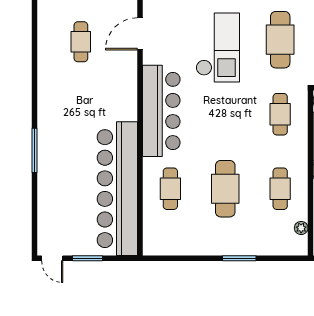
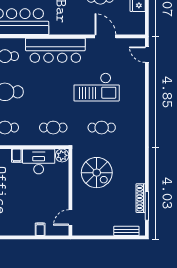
cafe table: (280, 40) -> (102, 128), width x0.73, depth x0.74

